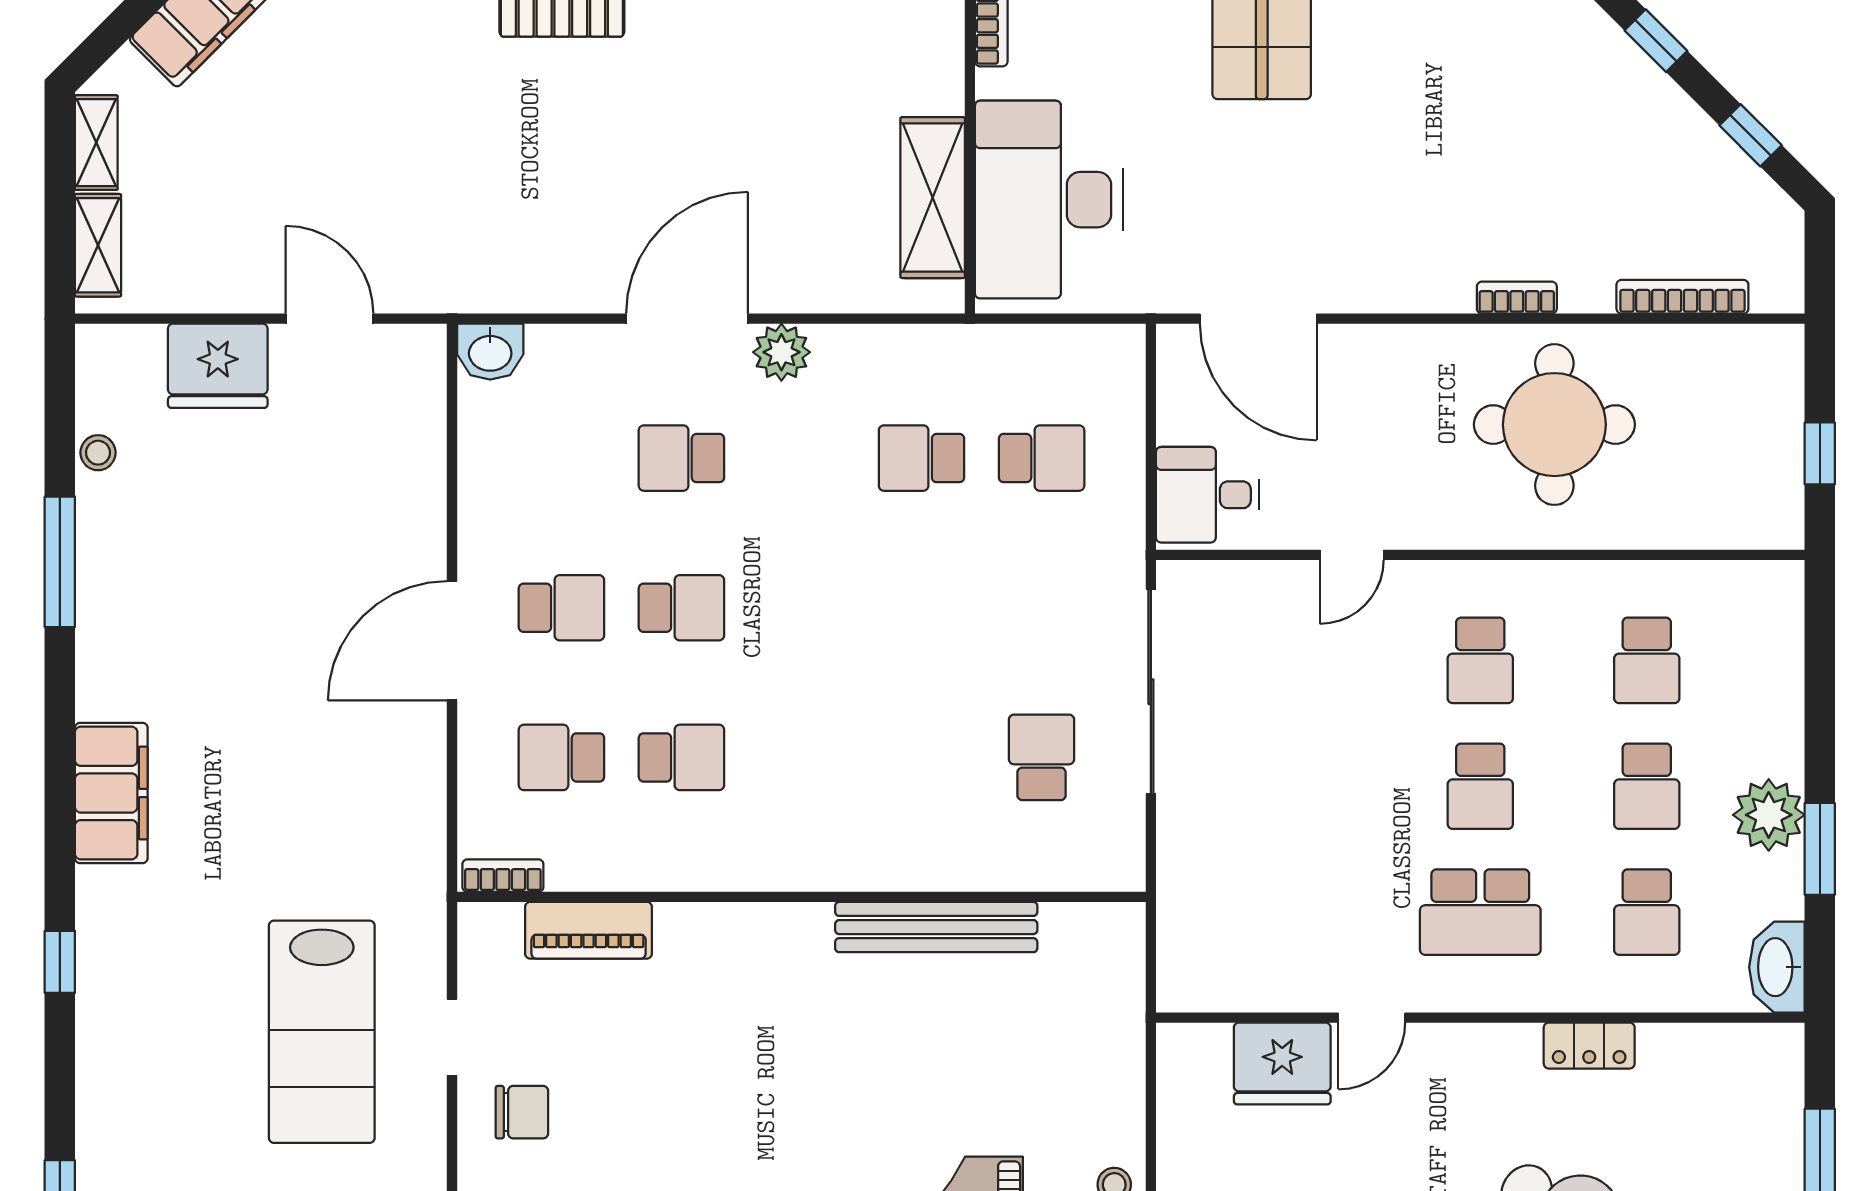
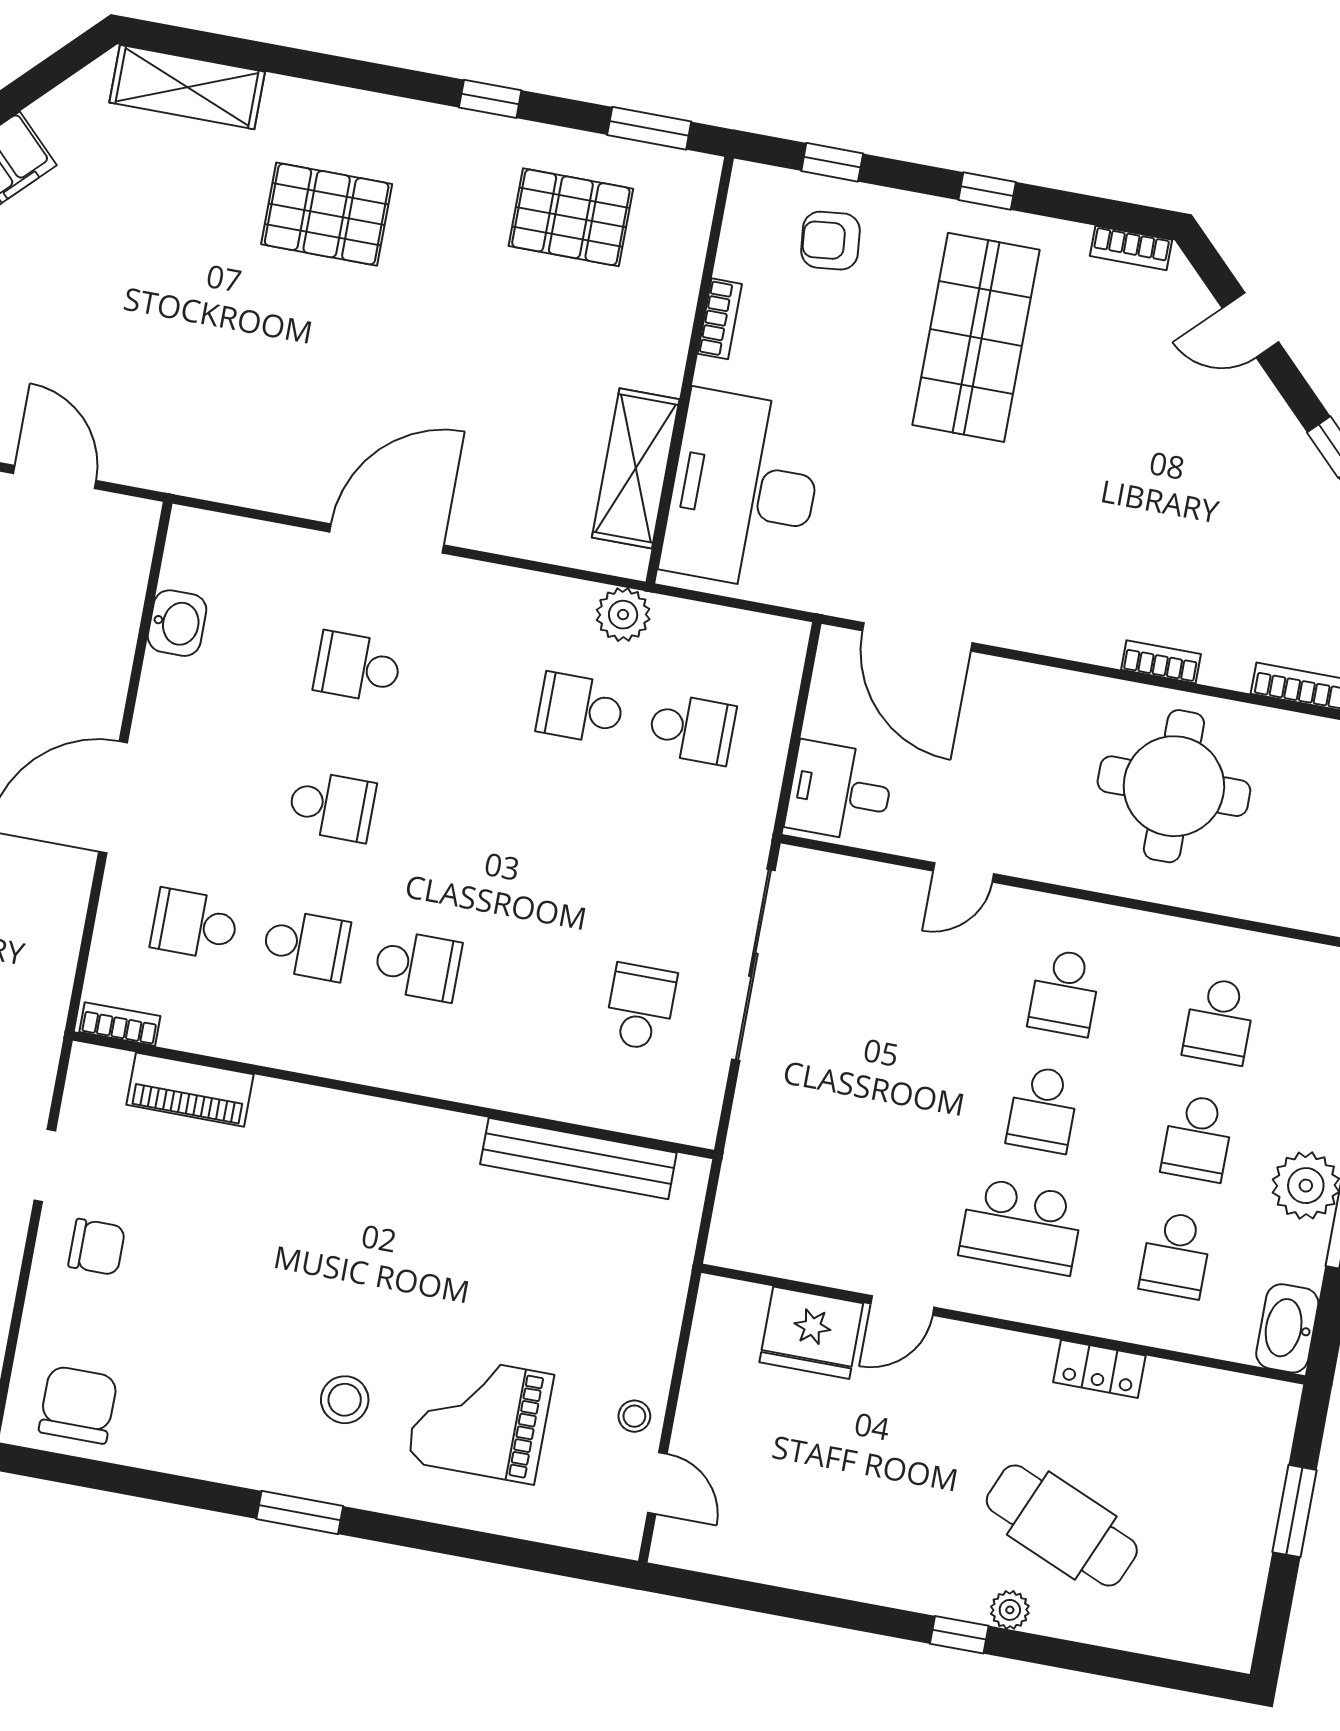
washbasin: (490, 352) -> (177, 623), moved, turned -90
plant: (781, 352) -> (623, 615), moved
school desk: (561, 608) -> (417, 966), moved
bench: (936, 927) -> (578, 1158), moved

